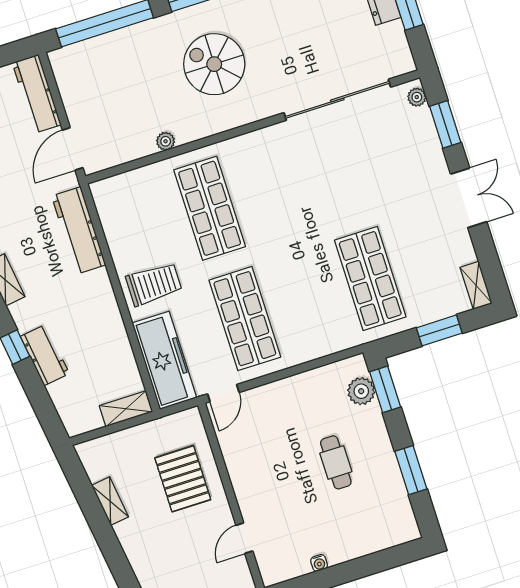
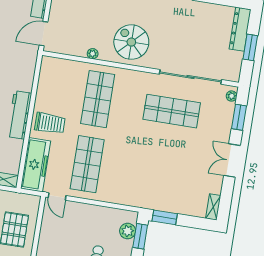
spiral stairs: (214, 64) -> (131, 42), moved
double door: (469, 198) -> (232, 161), swing flipped
workbench: (79, 230) -> (19, 115), moved
shop shelf: (370, 279) -> (172, 111), moved, turned 90
window: (439, 330) -> (165, 217), moved
door: (223, 393) -> (57, 196), hinge flipped

